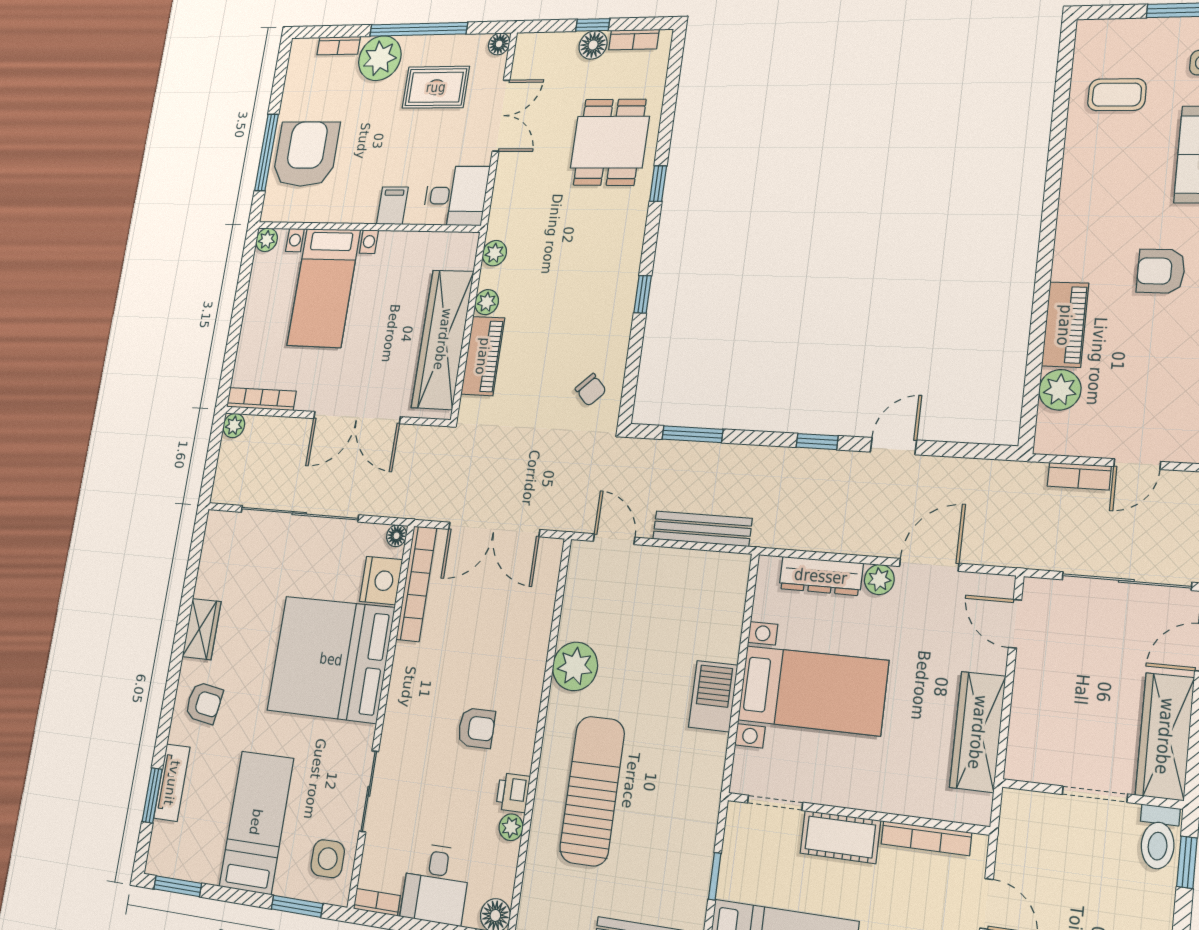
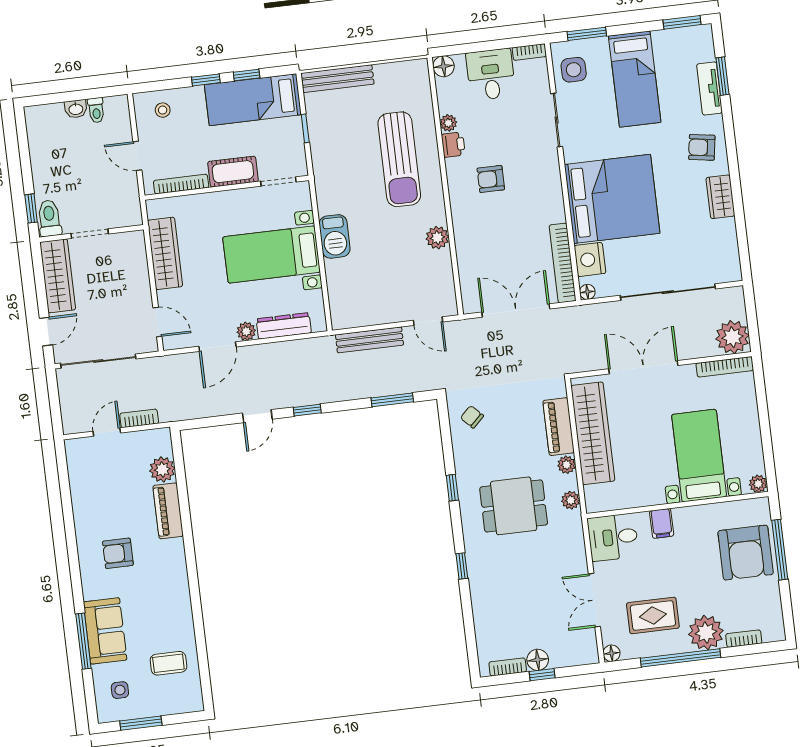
dining table: (610, 142) -> (514, 506), moved, turned 90
armchair: (1161, 271) -> (118, 553), turned 180
plant: (234, 426) -> (732, 337), width x1.87, depth x1.87
plant: (575, 666) -> (437, 238), width x0.73, depth x0.73

